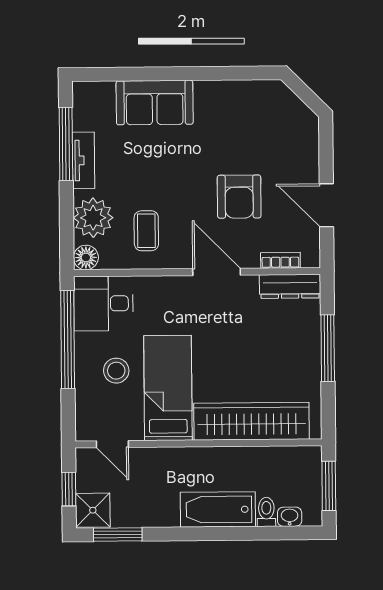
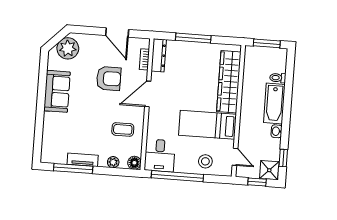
sofa: (155, 103) -> (57, 91), moved
plant: (289, 116) -> (68, 48), added
door: (326, 205) -> (117, 32), hinge flipped
plant: (93, 218) -> (113, 162), width x0.53, depth x0.53
stool: (116, 371) -> (205, 161), moved
door: (112, 444) -> (235, 157), hinge flipped
washbasin: (290, 517) -> (277, 131), moved
window: (118, 535) -> (283, 158), width x0.67

